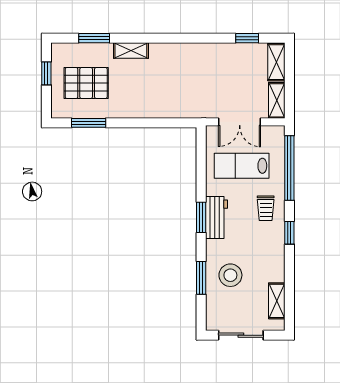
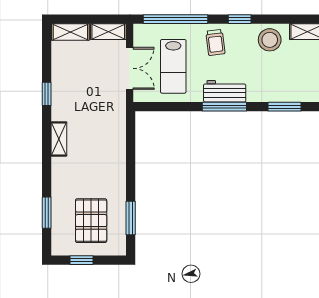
window: (247, 38) -> (47, 94), moved
shelving: (131, 50) -> (59, 139), moved
trolley: (266, 208) -> (215, 42), turned 83
window: (201, 217) -> (224, 107), width x1.44
stool: (230, 275) -> (270, 40), moved

